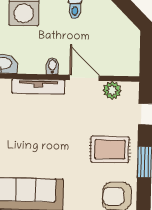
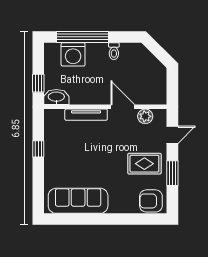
bidet: (52, 66) -> (97, 98), removed

